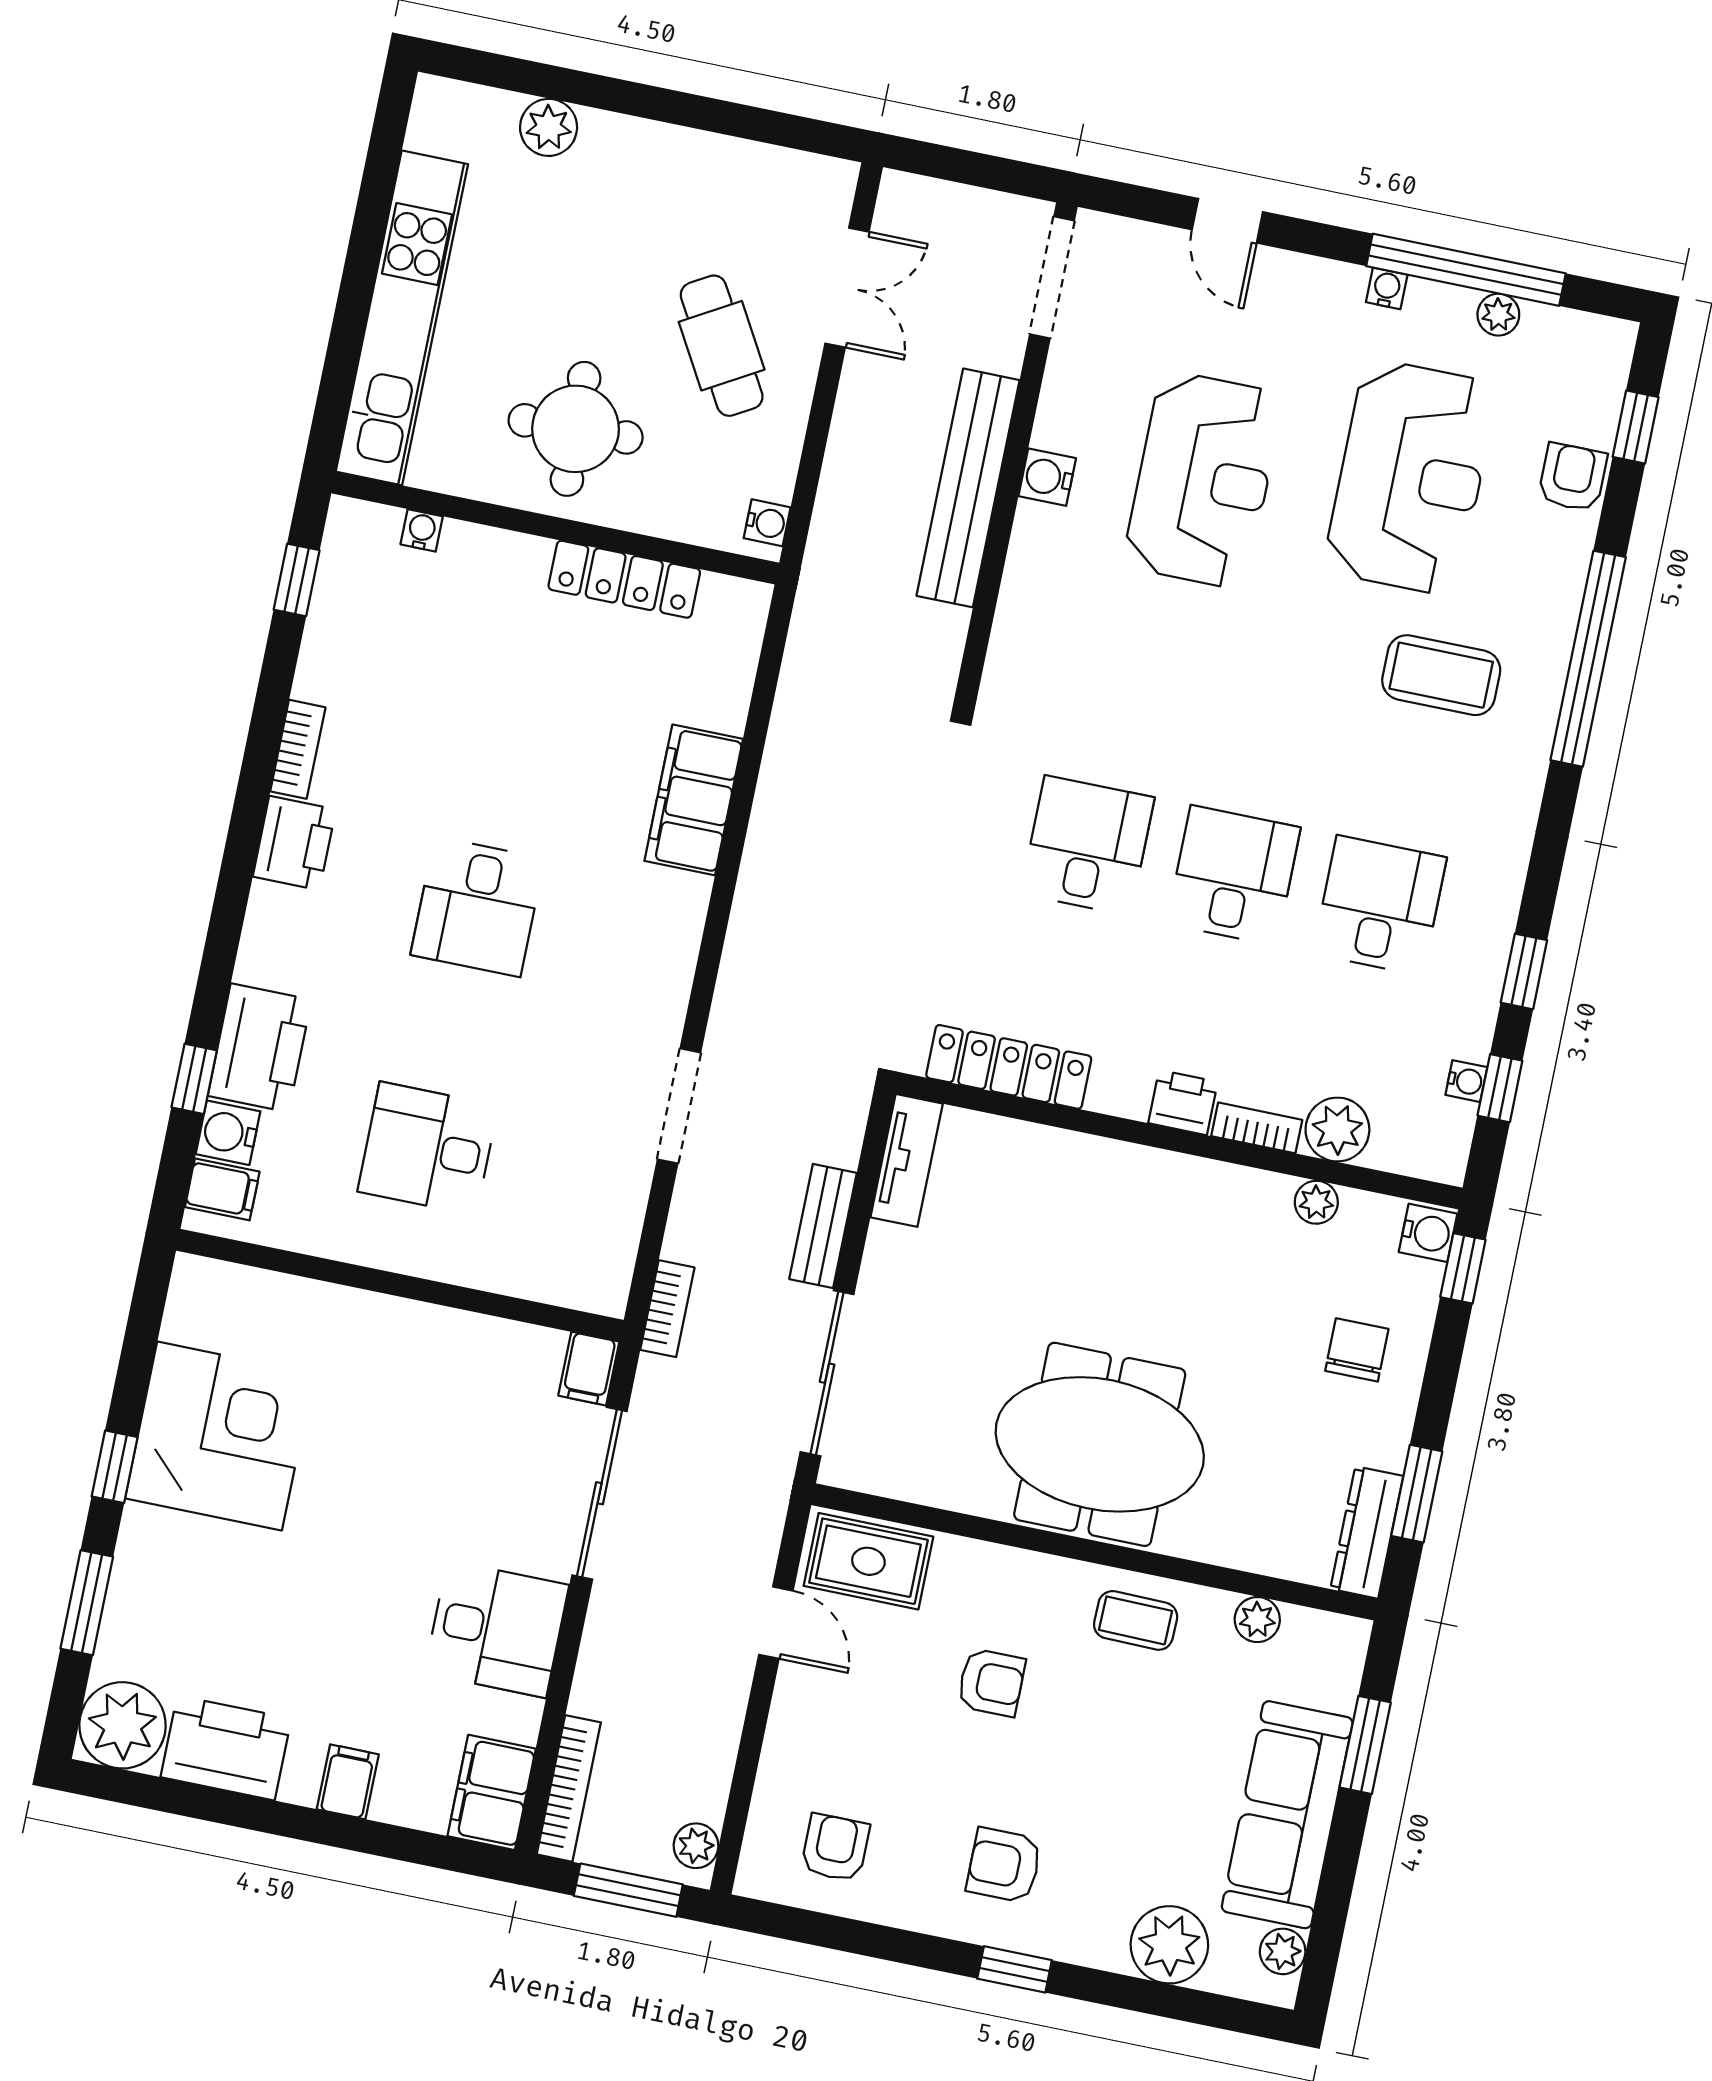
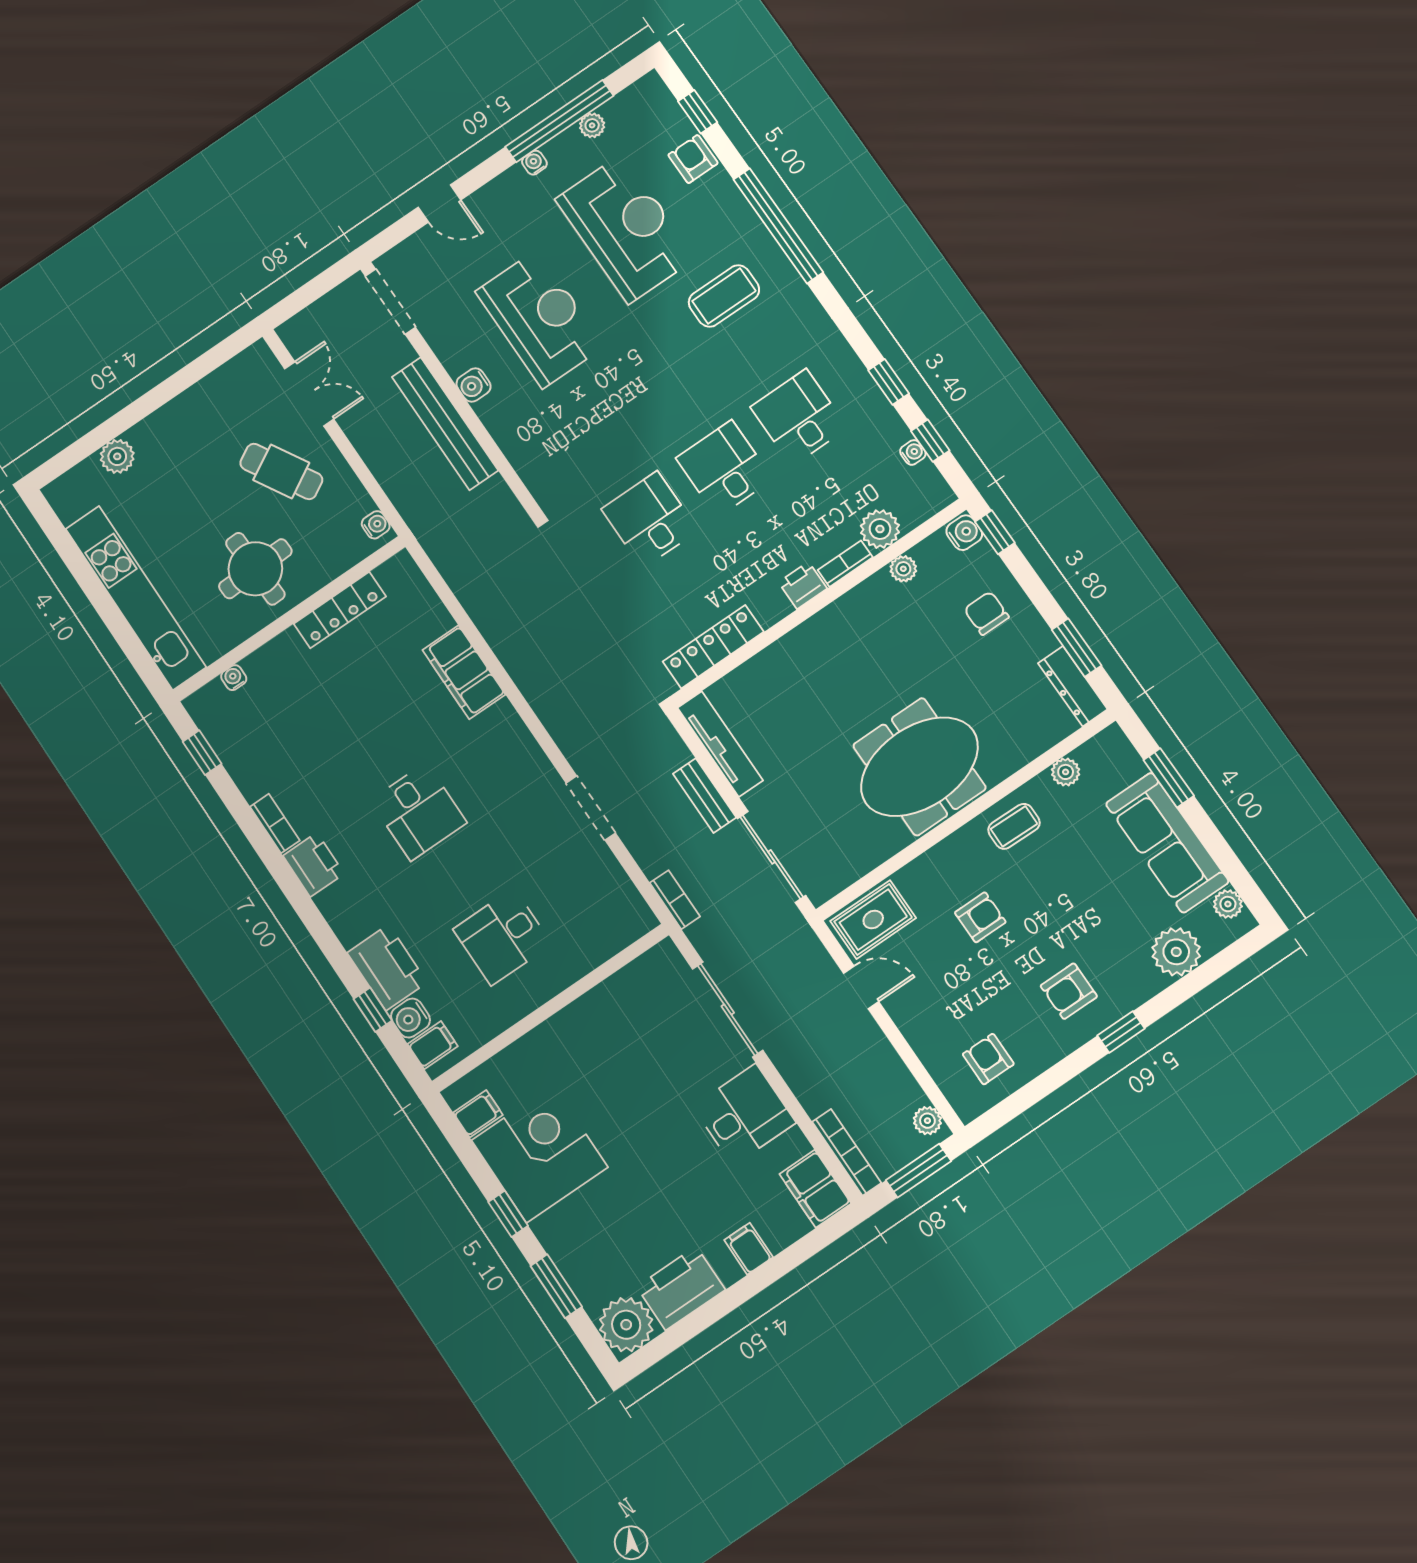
tv unit: (907, 1160) -> (720, 744), width x1.41
filing cabinet: (589, 1369) -> (478, 1114), moved, turned -90

